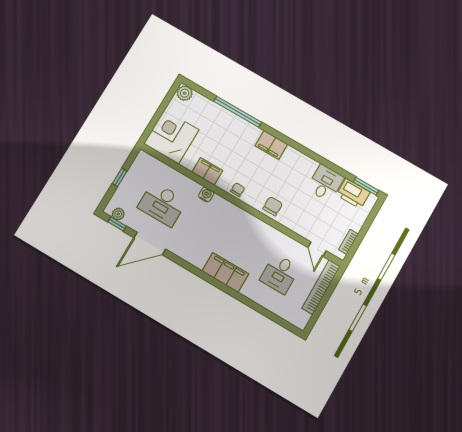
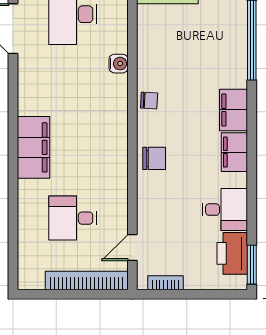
filing cabinet: (207, 171) -> (234, 152), moved, turned 180

